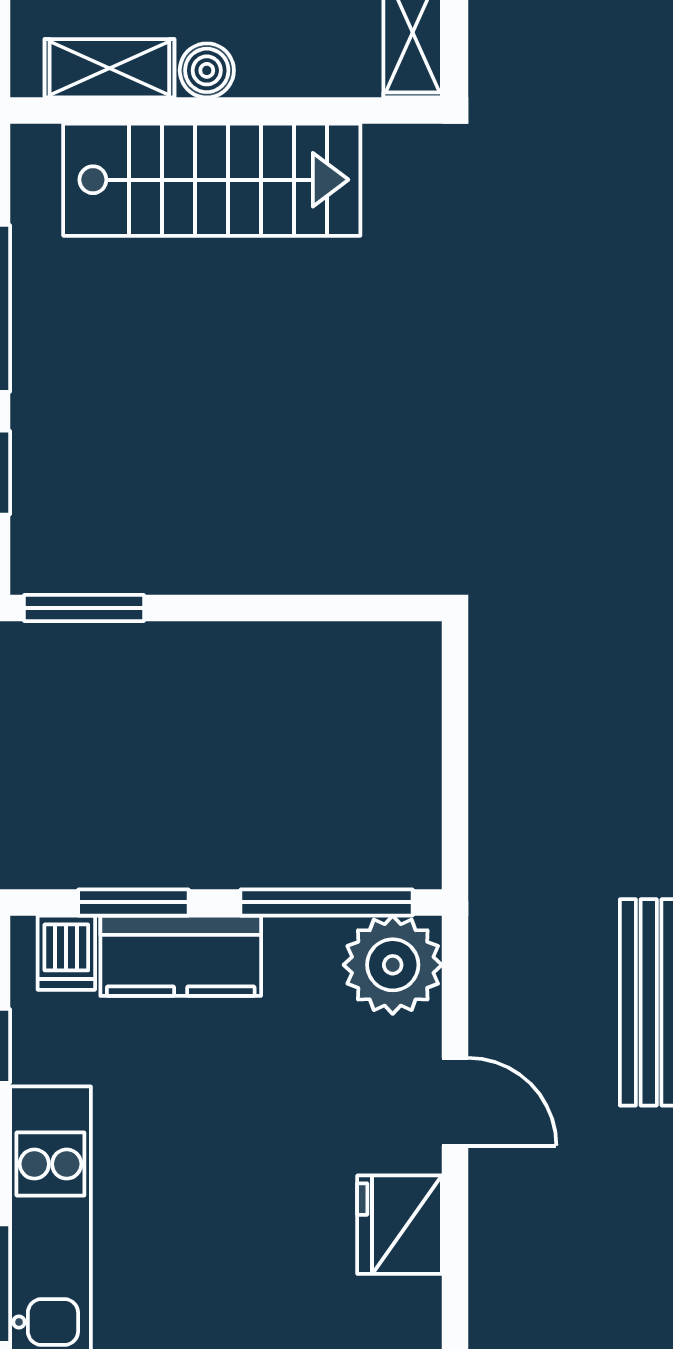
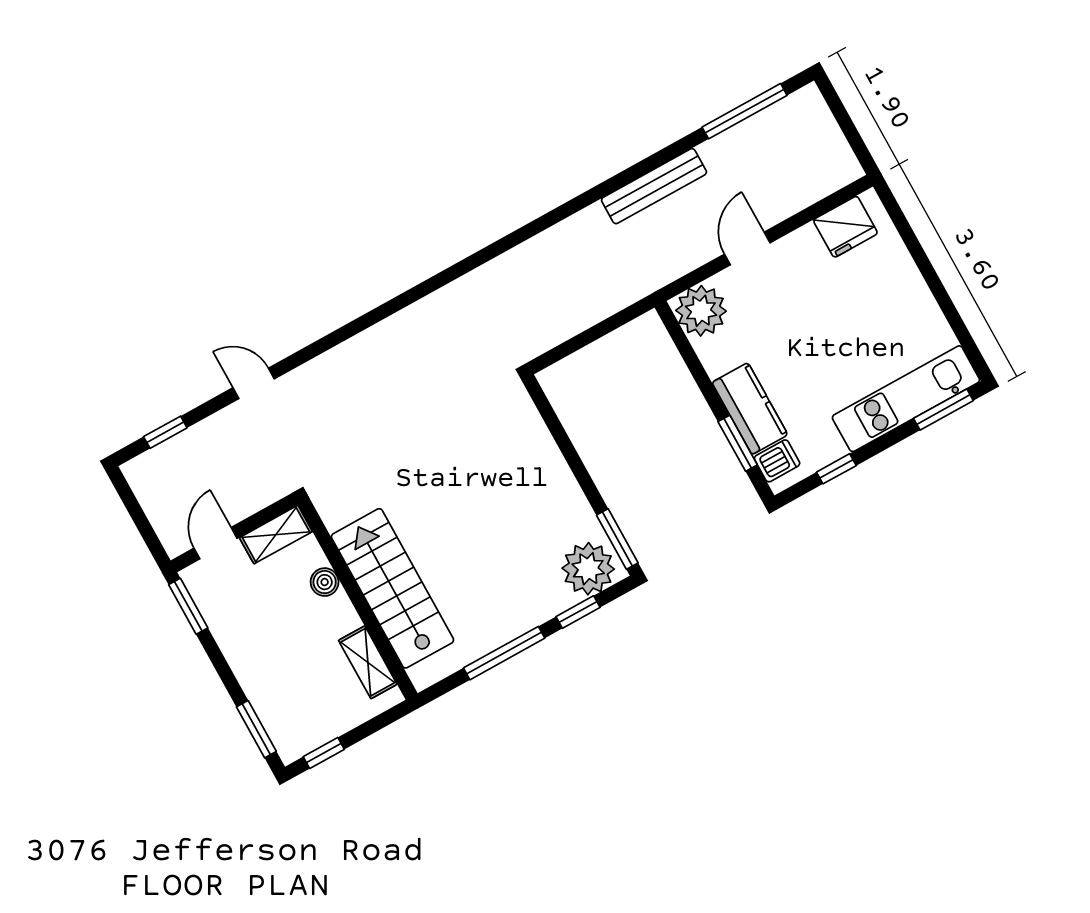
boiler: (207, 70) -> (325, 582), moved
plant: (61, 531) -> (588, 569), added
window: (327, 902) -> (689, 356), removed
fridge: (400, 1225) -> (845, 227), moved

